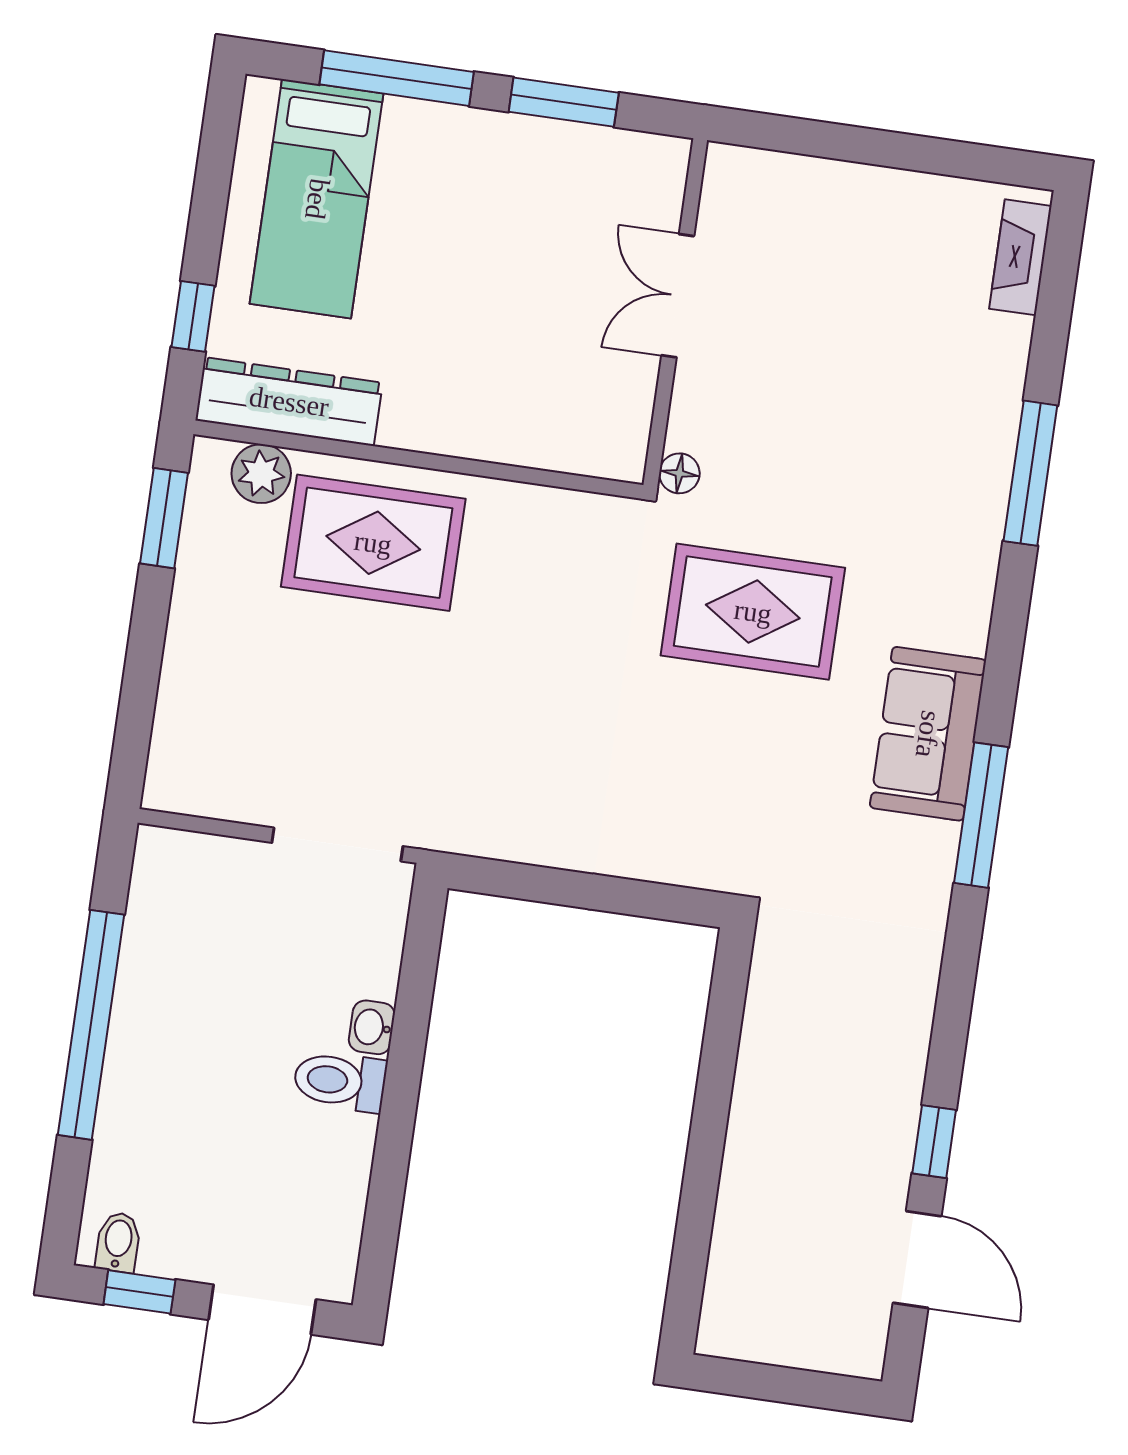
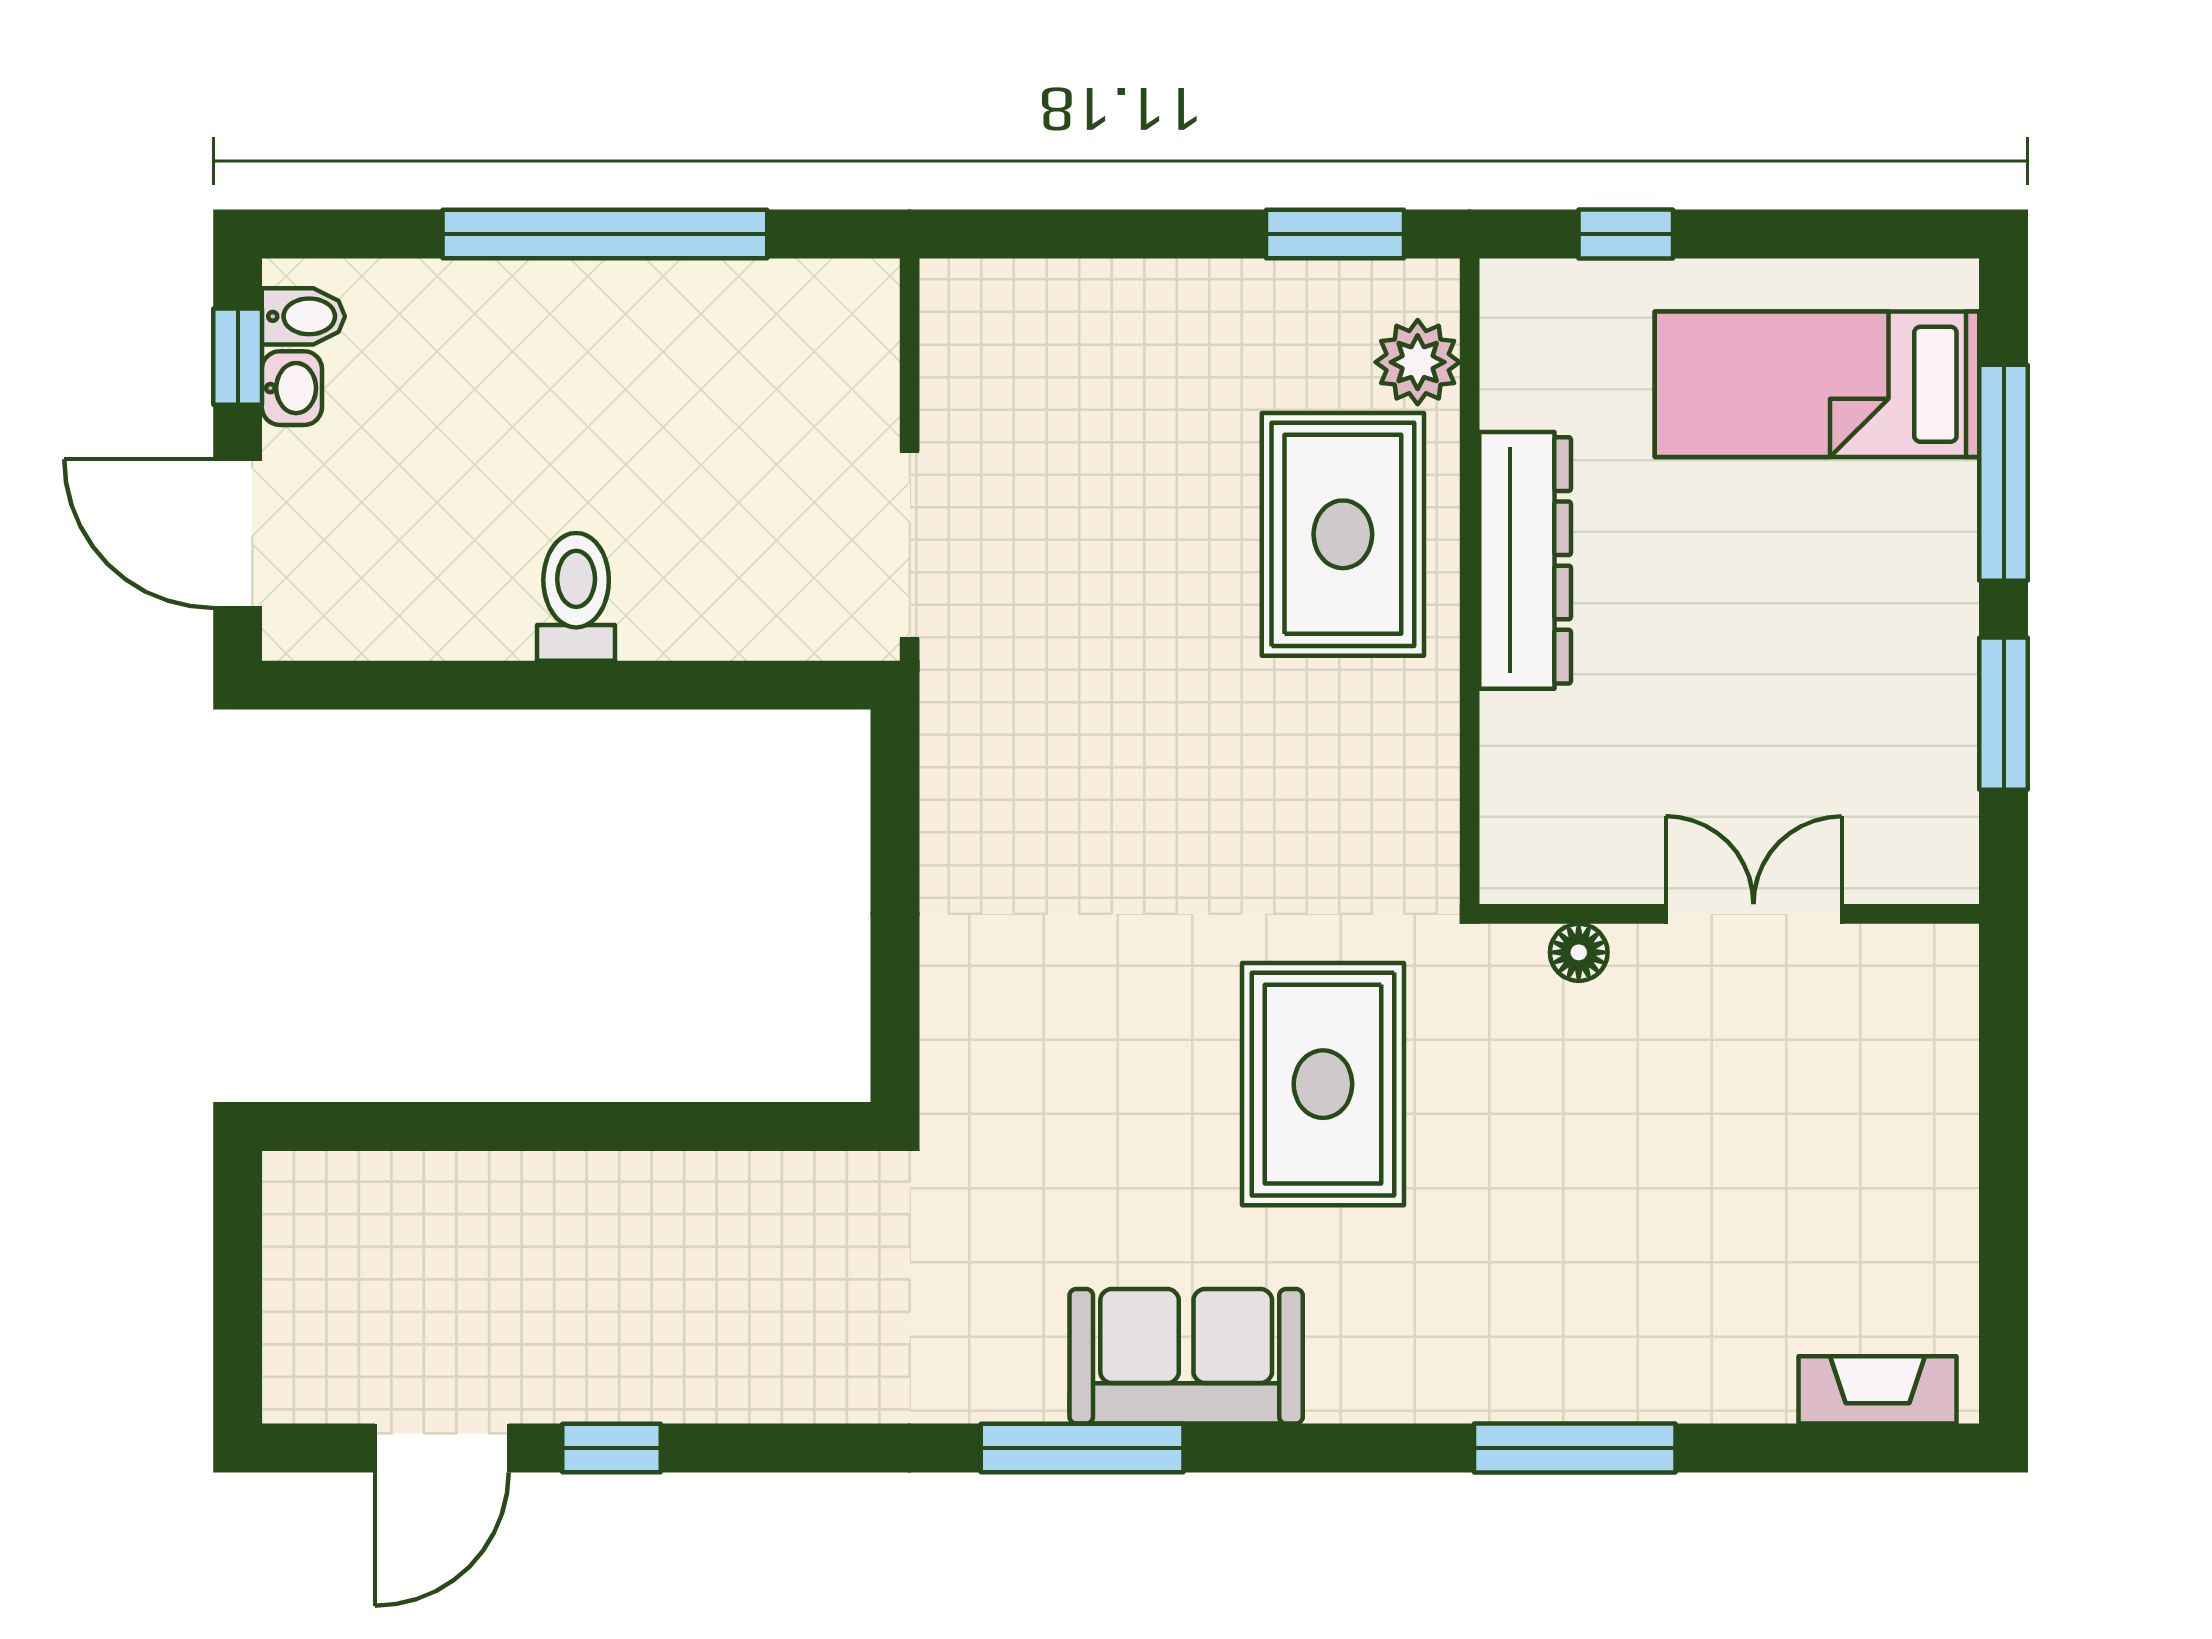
dresser: (289, 402) -> (1525, 560), moved
floor lamp: (679, 473) -> (1579, 952), moved
washbasin: (372, 1027) -> (292, 388), moved, turned 90

